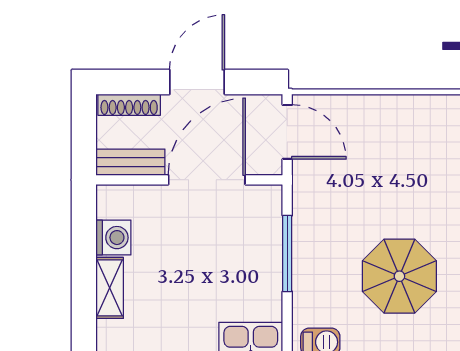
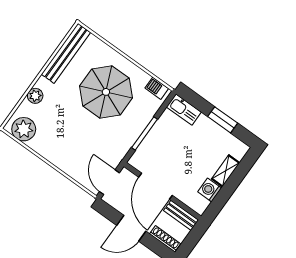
door: (207, 180) -> (155, 186), hinge flipped
parasol: (399, 276) -> (106, 92), width x1.36, depth x1.36

